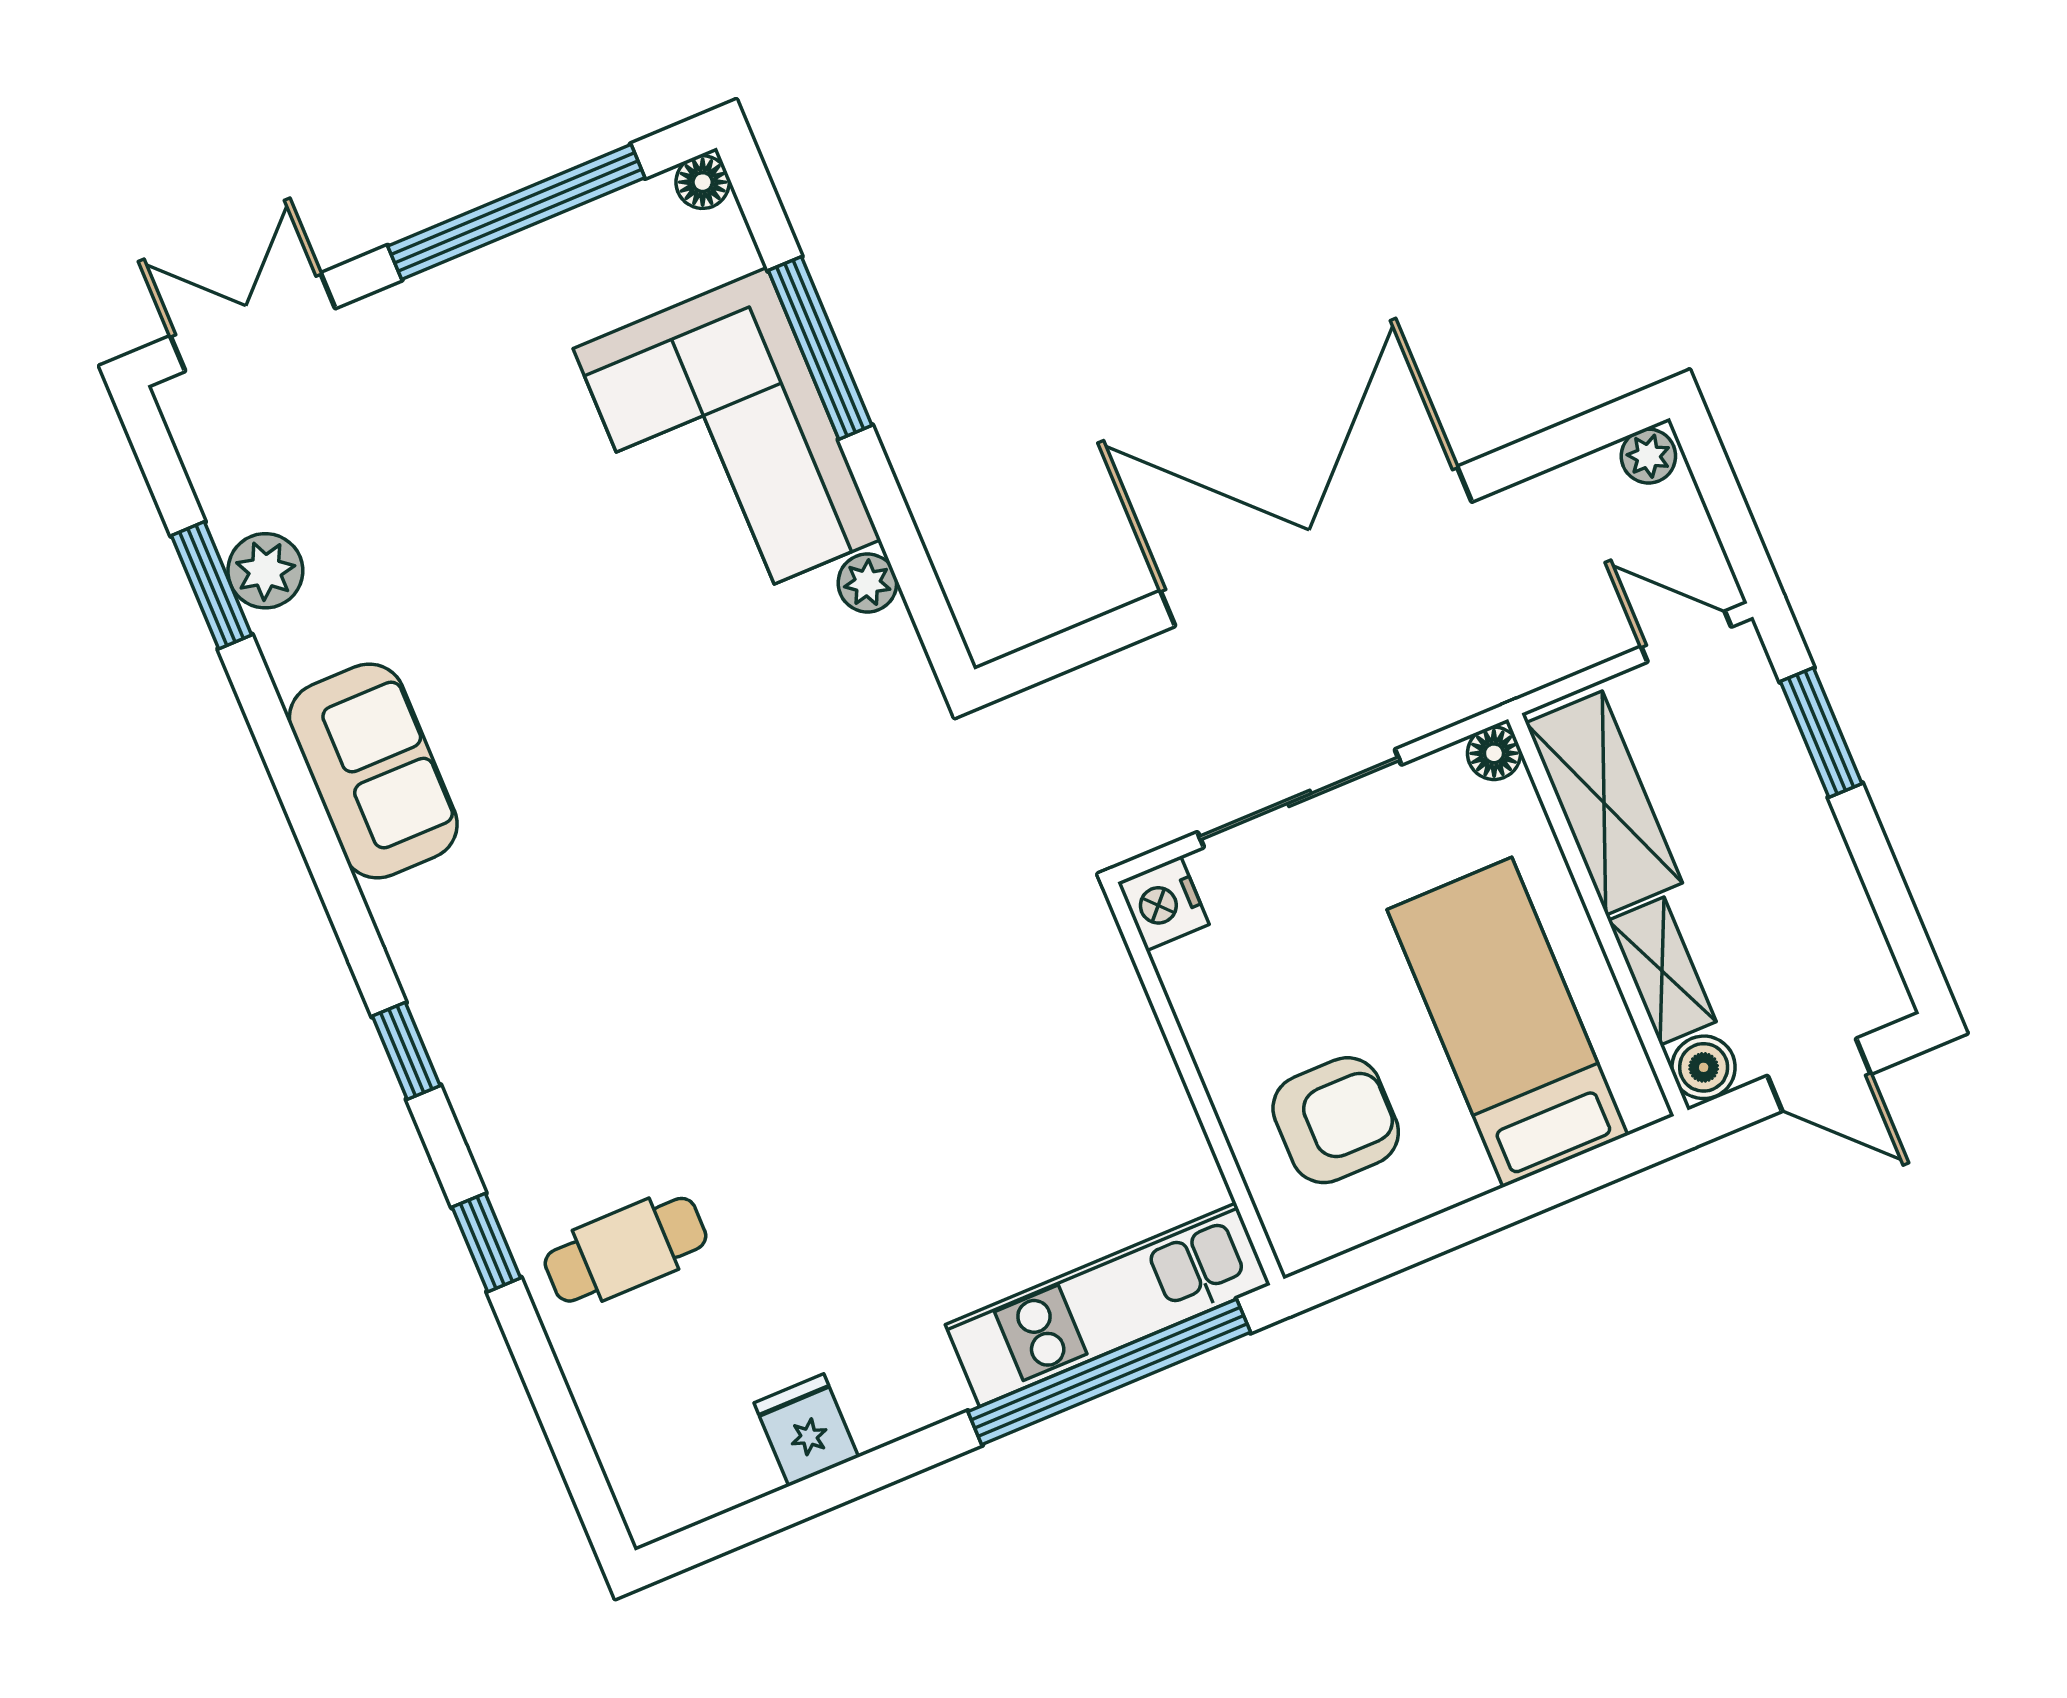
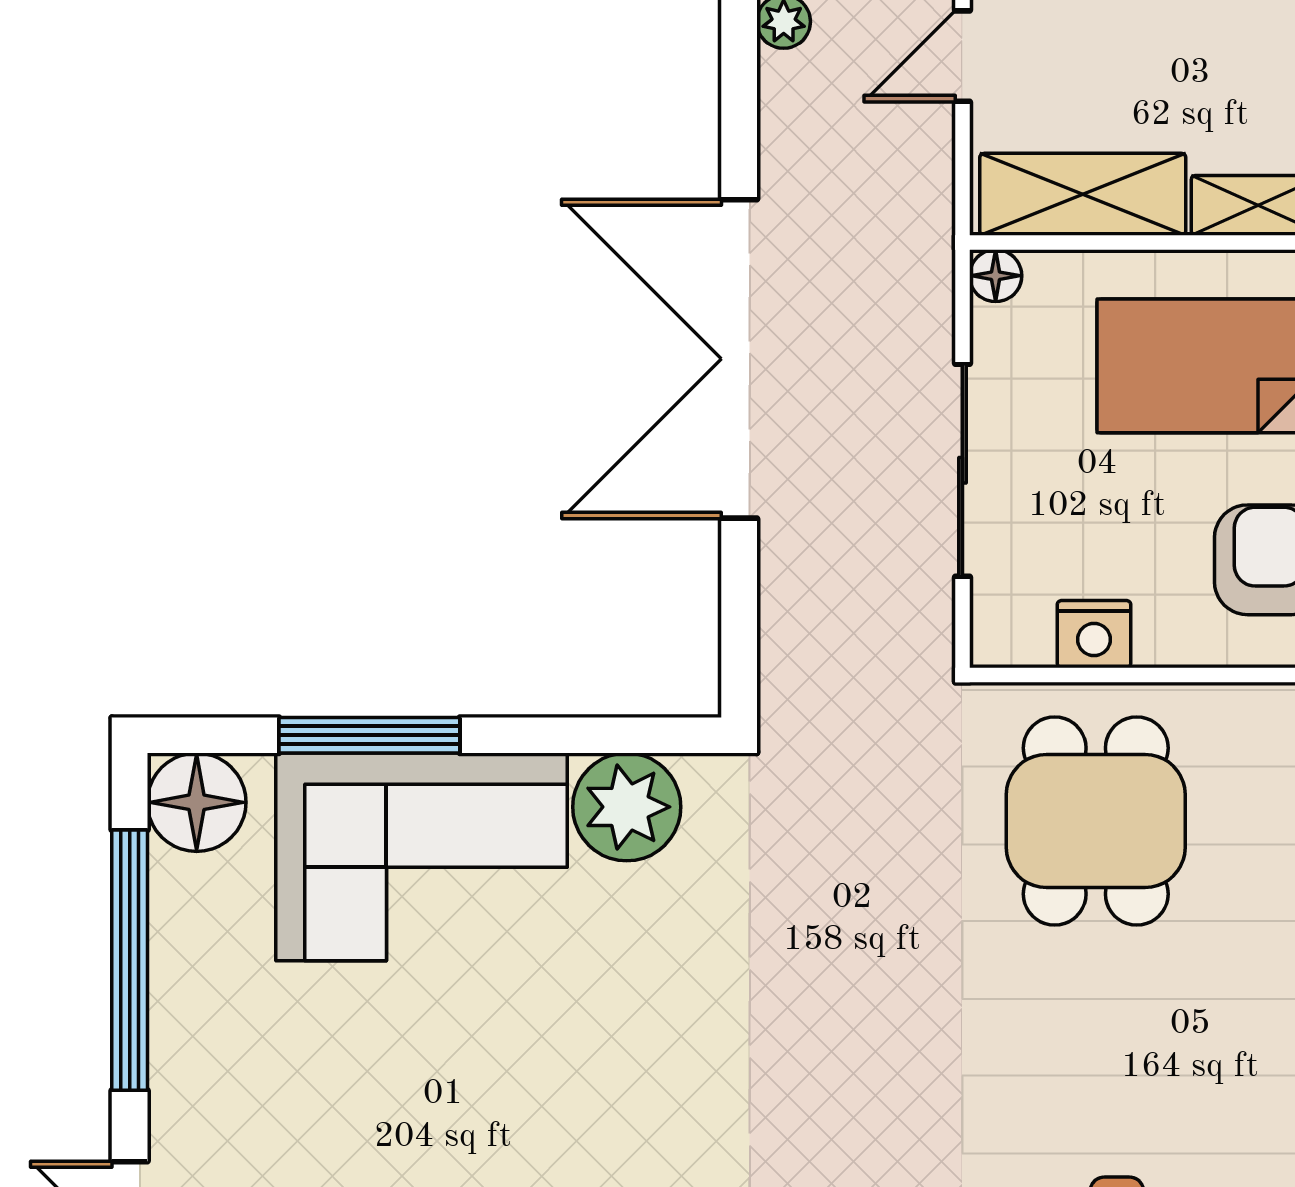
floor lamp: (703, 182) -> (197, 802), width x1.89, depth x1.89
plant: (867, 583) -> (627, 807), width x1.87, depth x1.87
nightstand: (1163, 903) -> (1094, 634), moved
dining table: (1024, 1060) -> (1096, 821), added

